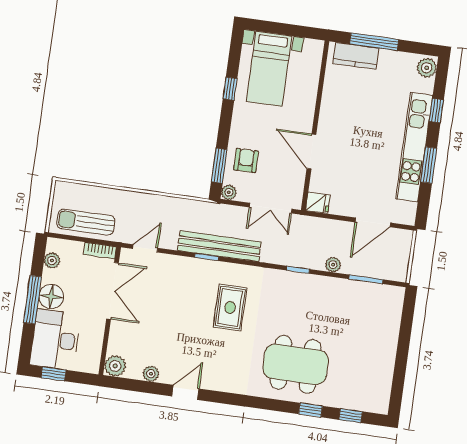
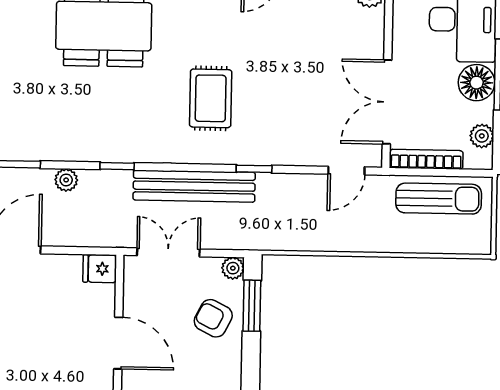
armchair: (246, 160) -> (213, 318), turned 117
bench: (219, 246) -> (194, 186), moved
bookcase: (100, 251) -> (426, 159), width x1.56

